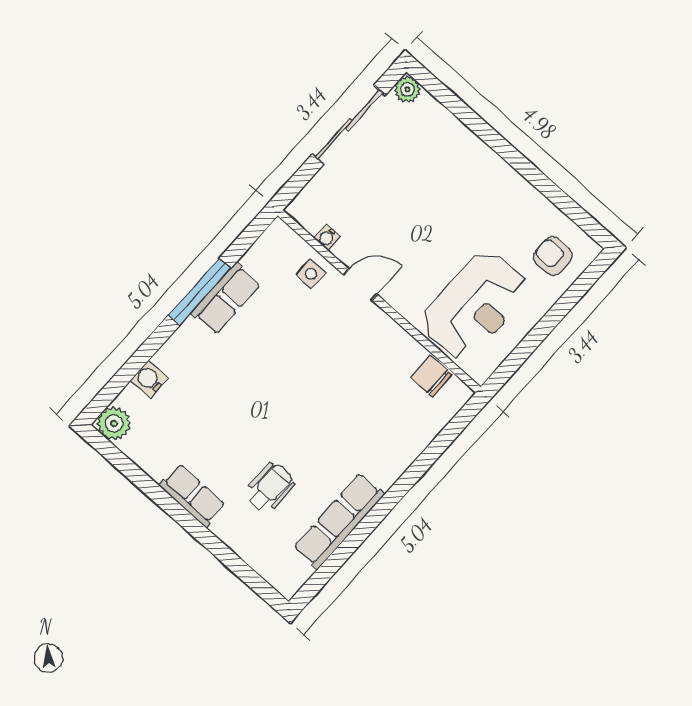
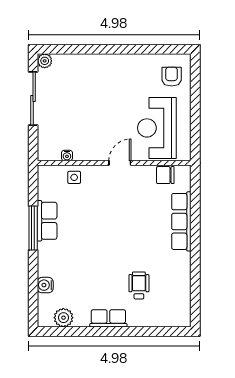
armchair: (553, 256) -> (172, 77), turned 90
door: (360, 284) -> (120, 163), moved
reception desk: (475, 306) -> (157, 128), turned 180
plant: (114, 423) -> (63, 318), moved
row of seats: (339, 521) -> (181, 221), moved

